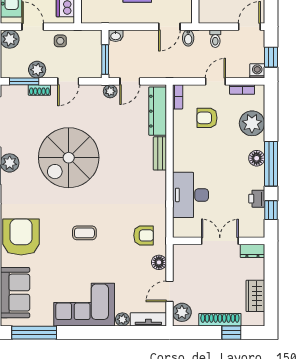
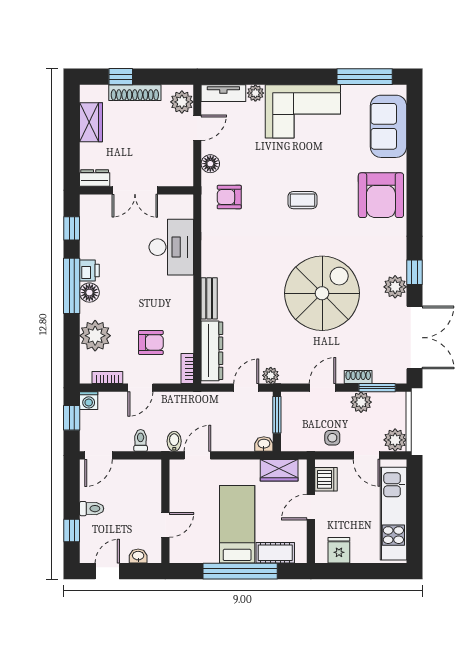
wardrobe: (103, 15) -> (279, 470), added
printer: (257, 199) -> (89, 271), moved

